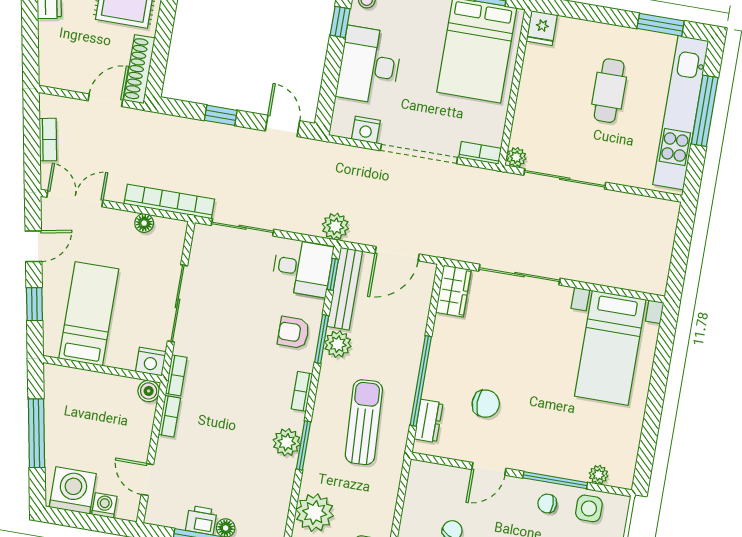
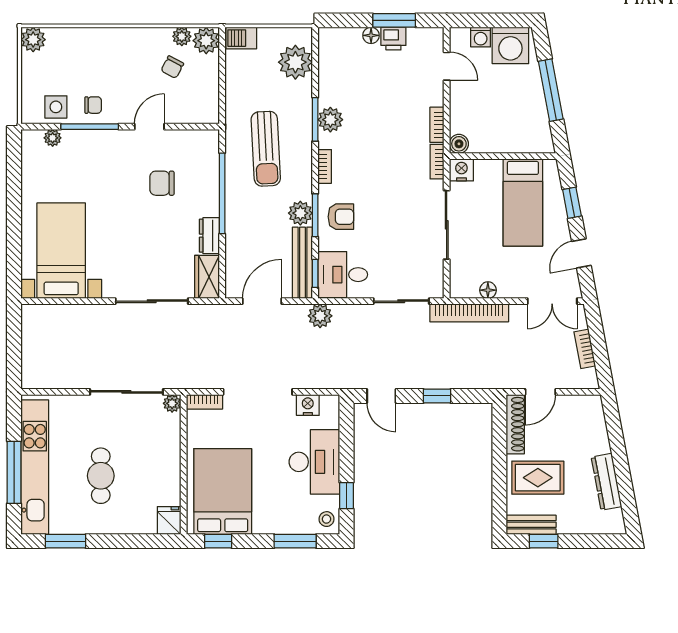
dresser: (429, 421) -> (209, 236), moved

